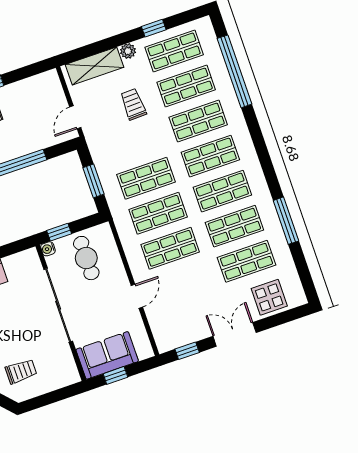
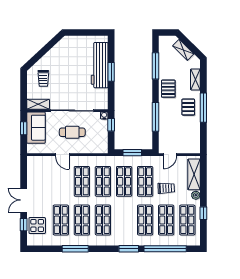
door: (75, 117) -> (170, 155), swing flipped
window: (255, 132) -> (129, 249), added
shop shelf: (210, 156) -> (145, 181), moved
cafe table: (86, 258) -> (72, 132), moved
double door: (235, 334) -> (24, 200), swing flipped
window: (187, 351) -> (24, 225), moved
shelving: (67, 365) -> (38, 104), added

